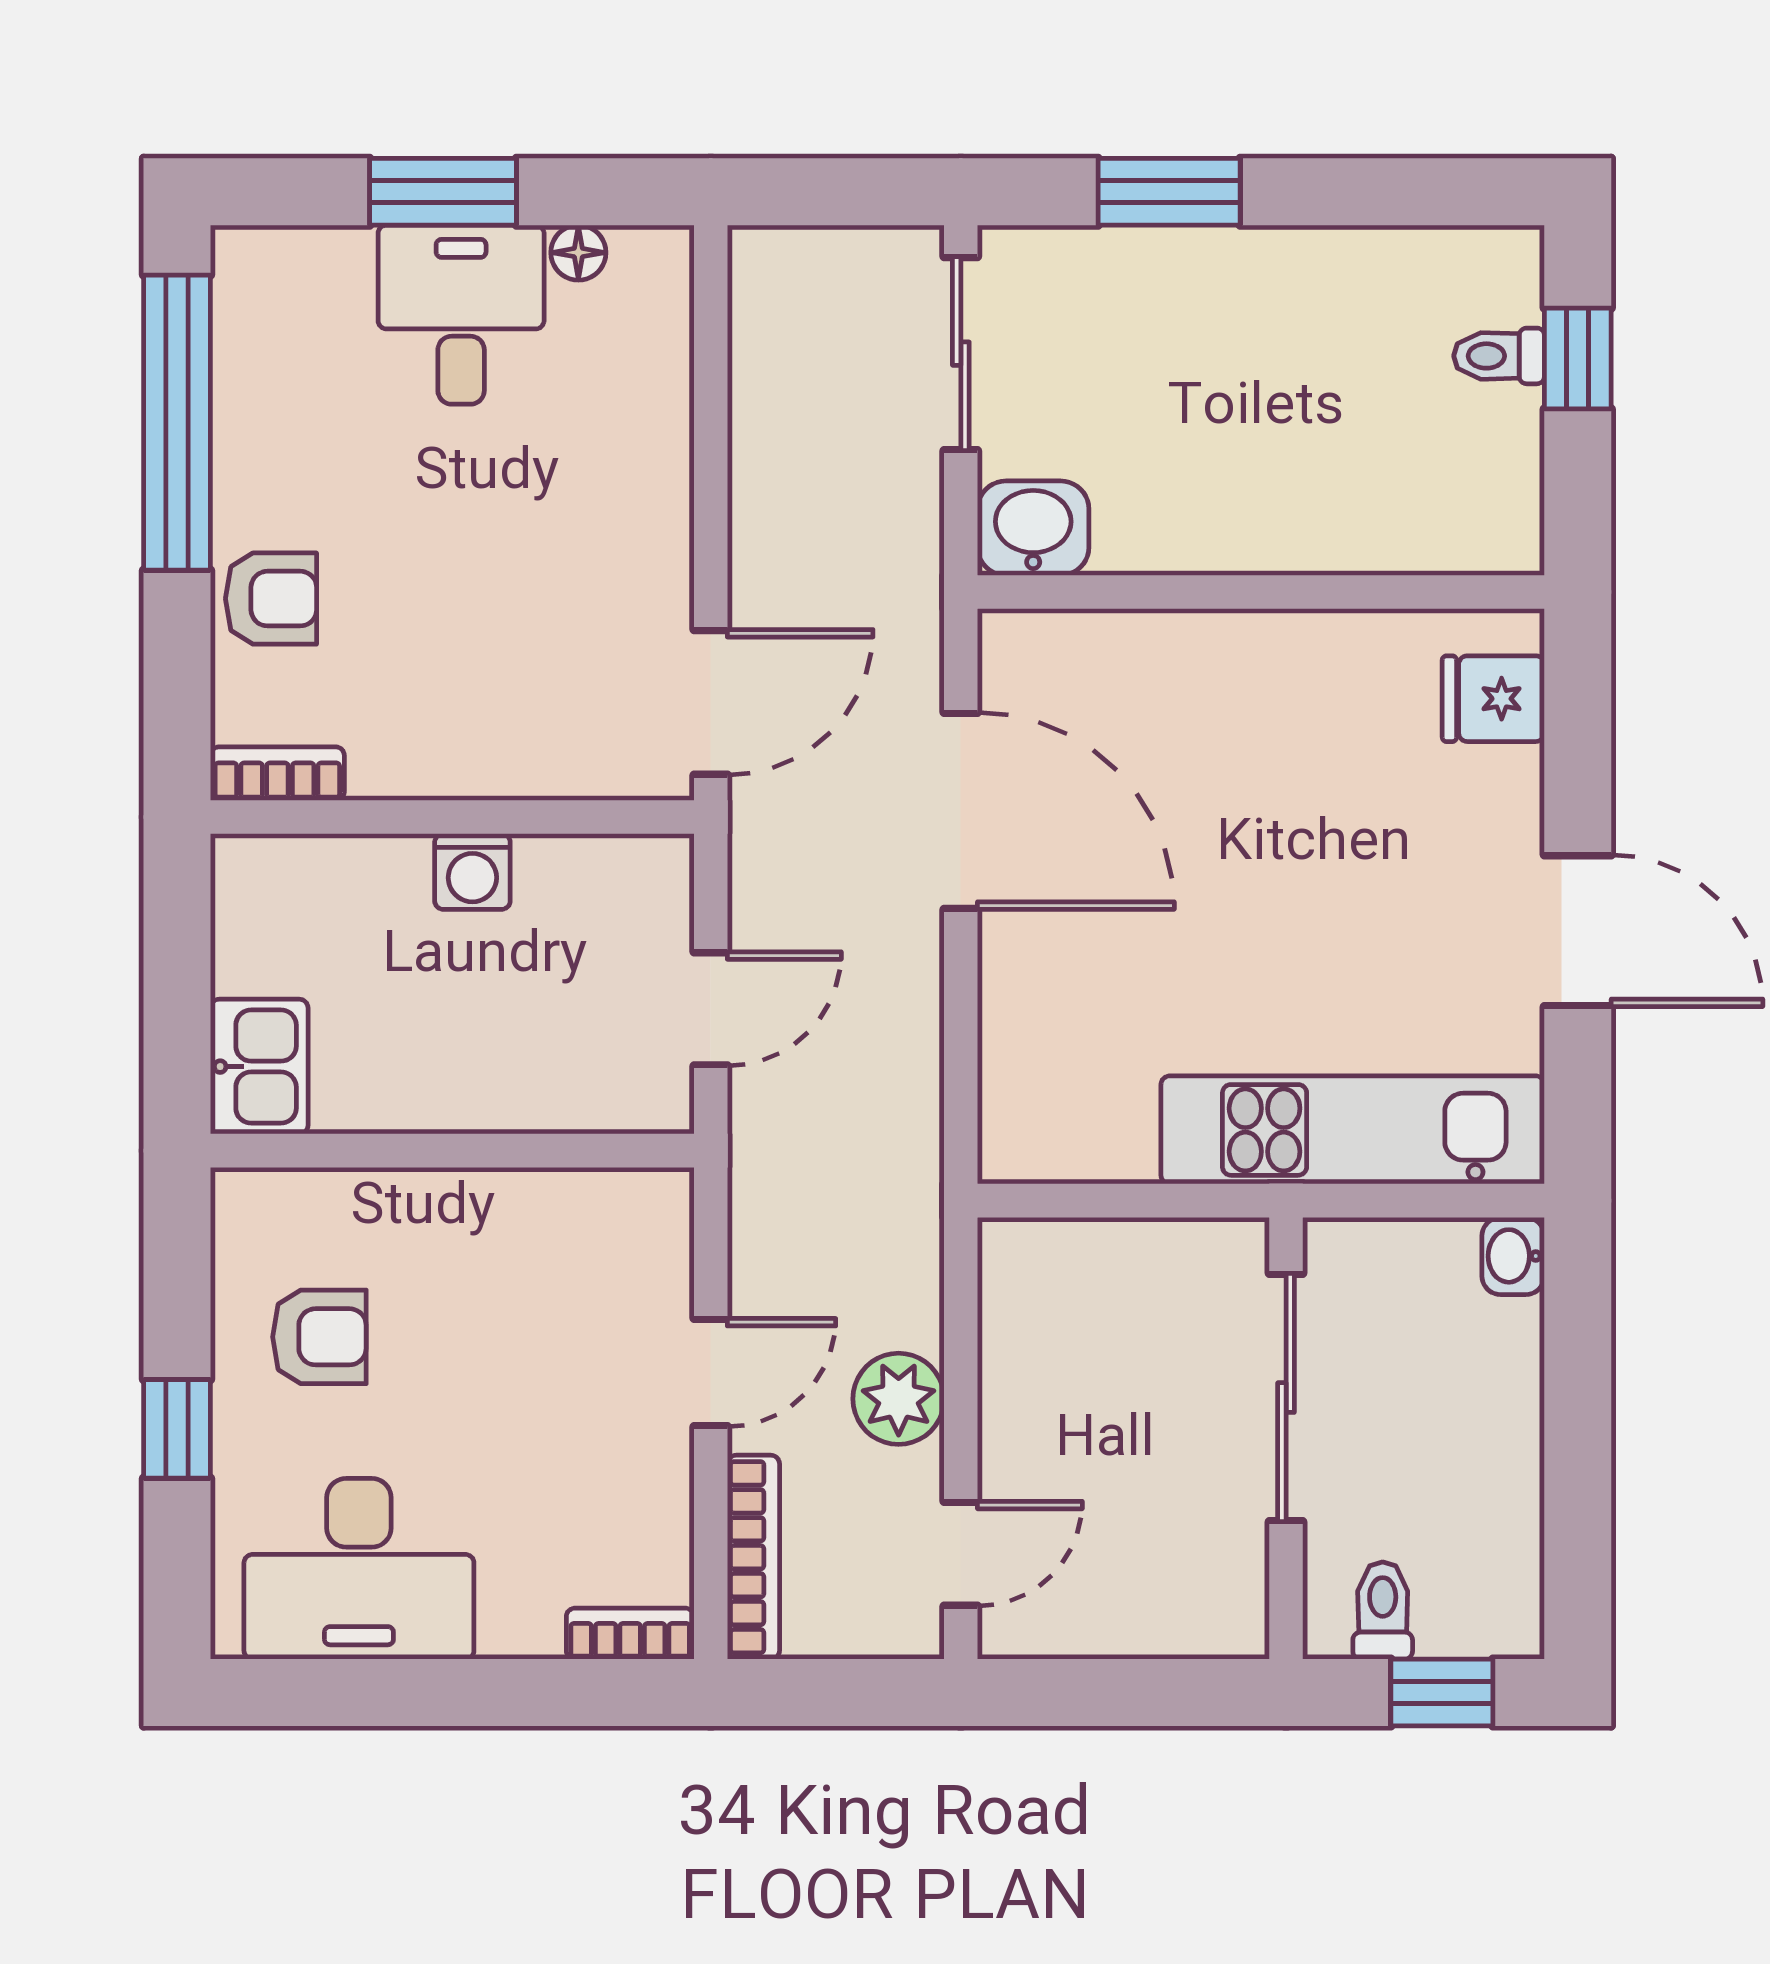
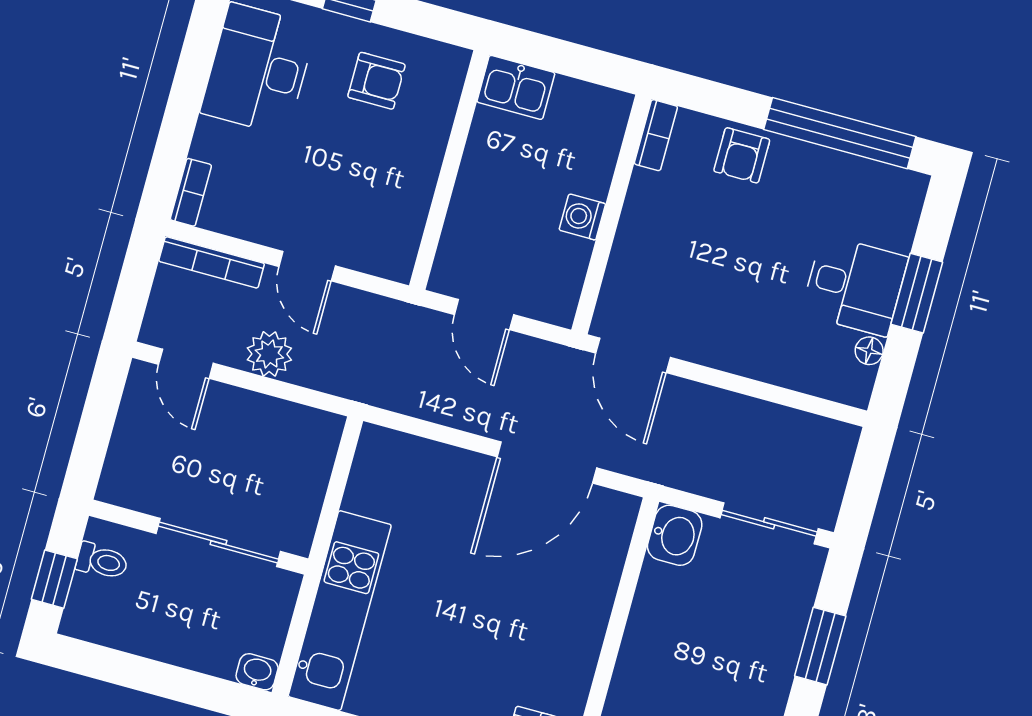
armchair: (319, 1337) -> (376, 81), turned -90

